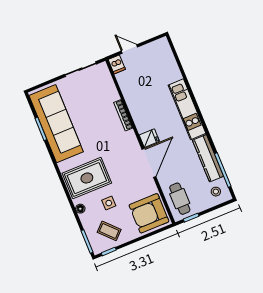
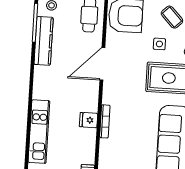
kitchen unit: (187, 109) -> (39, 132), moved
fridge: (149, 138) -> (89, 120), moved

